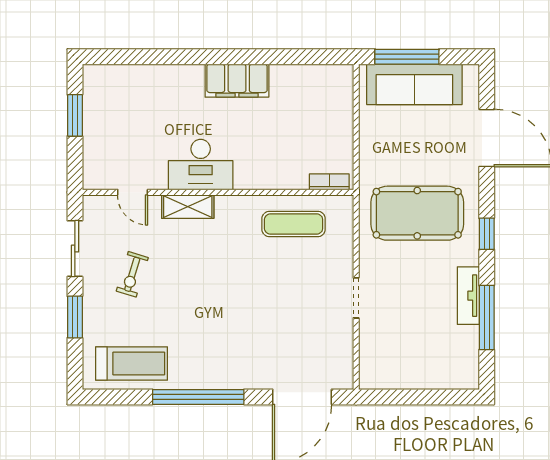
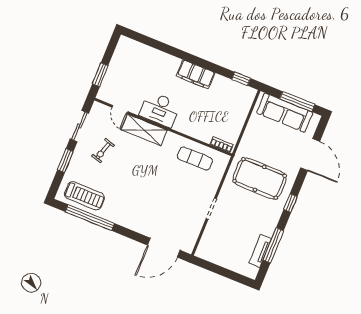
window: (317, 57) -> (241, 79), added
window: (407, 57) -> (297, 102), moved
window: (75, 115) -> (100, 75), moved
shelving: (188, 207) -> (144, 130), width x1.50, depth x1.33
tv unit: (468, 296) -> (260, 251), moved
window: (198, 397) -> (90, 218), moved

